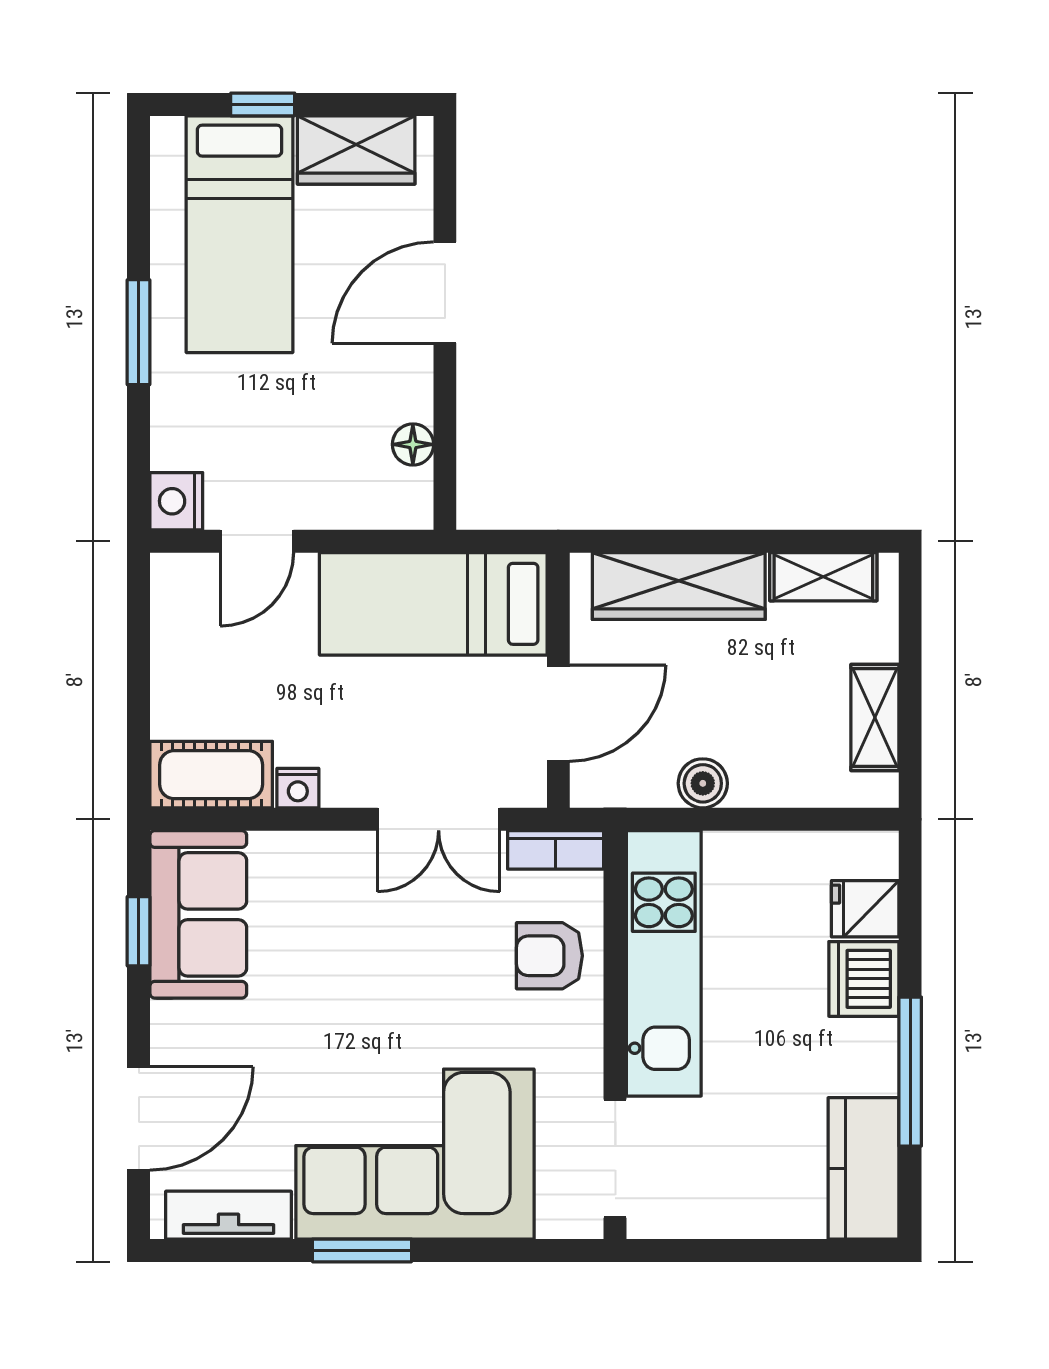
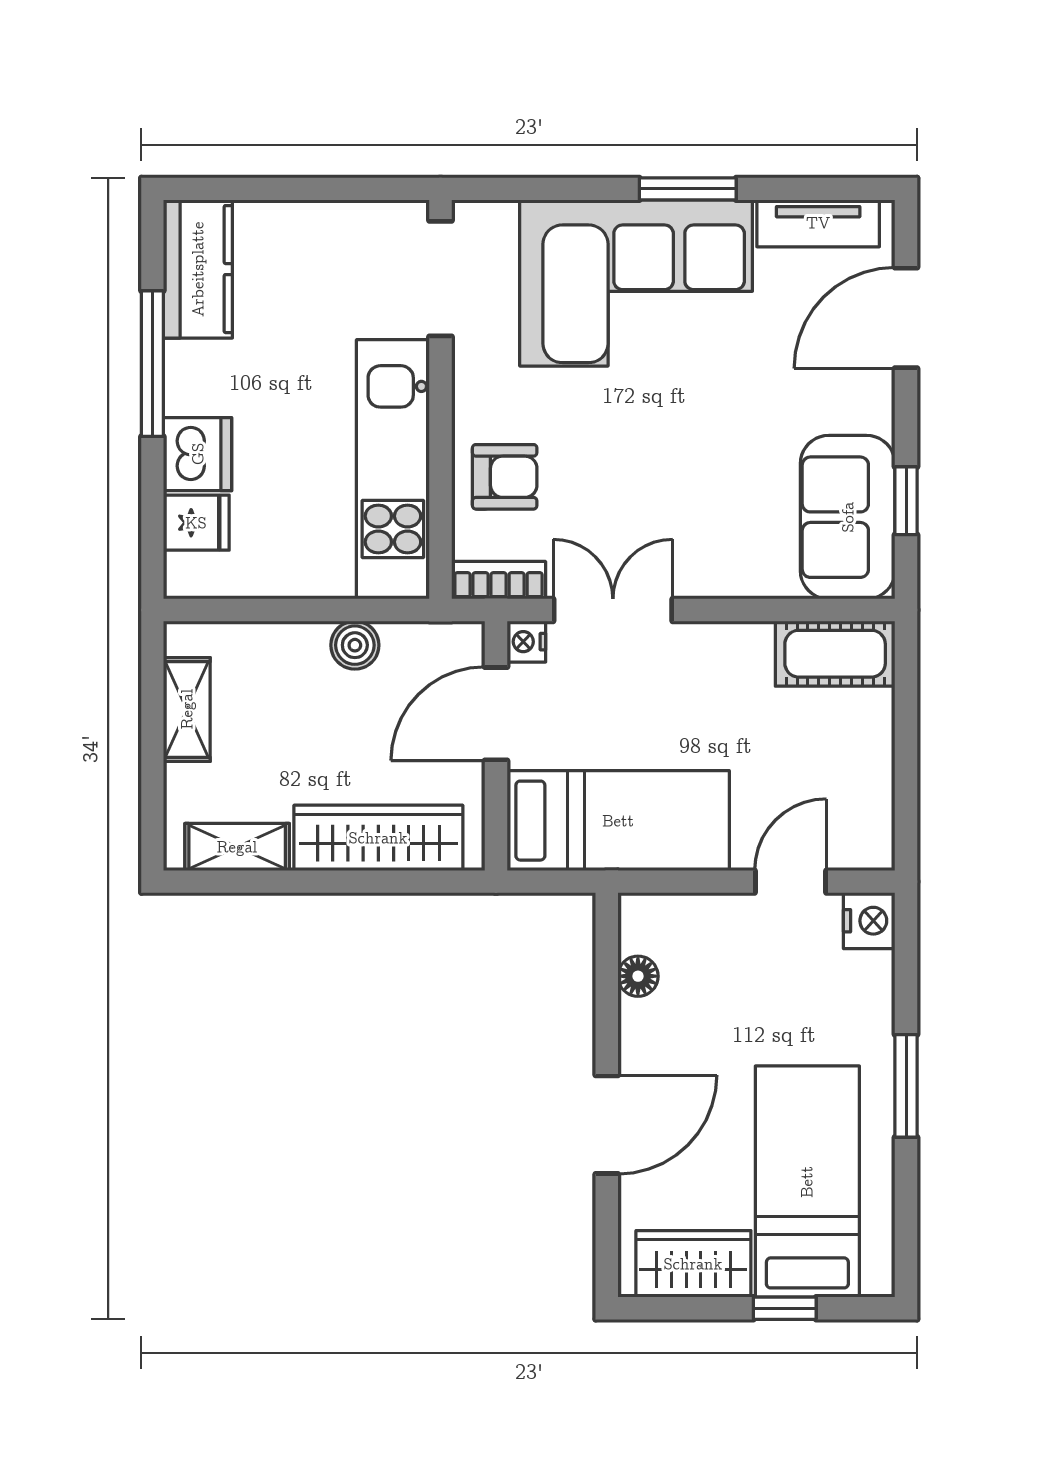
nightstand: (298, 788) -> (526, 642), moved, turned -90

